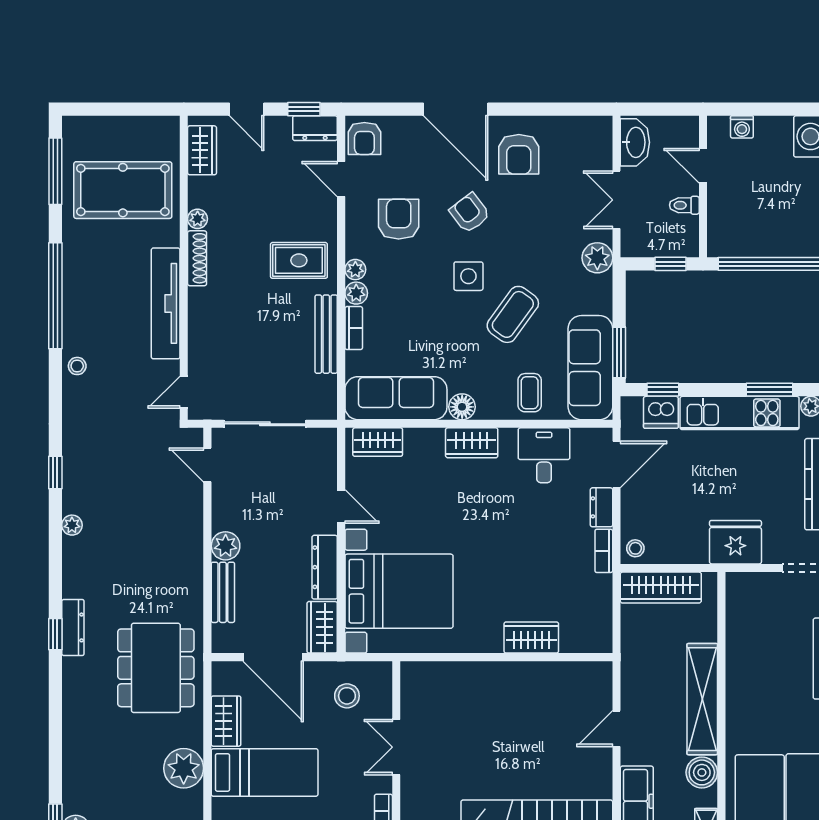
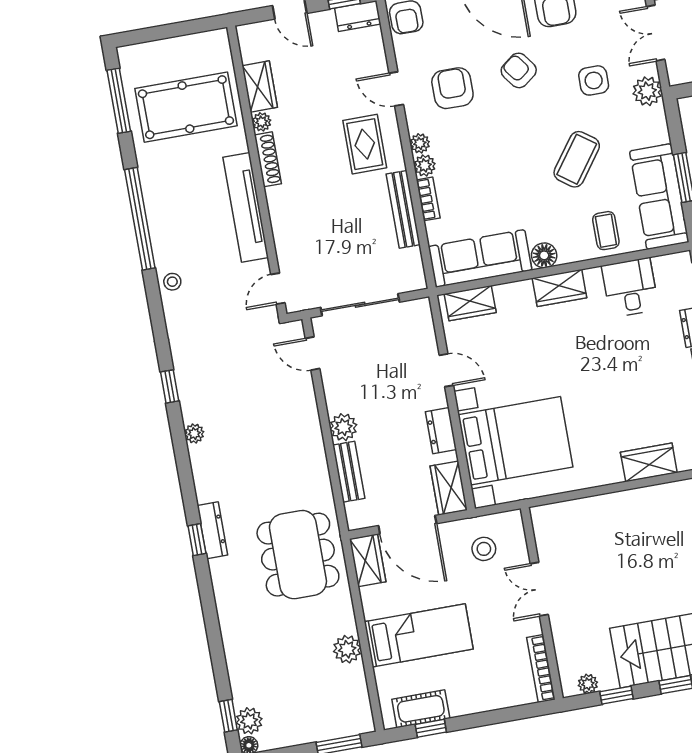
wardrobe: (202, 150) -> (260, 87), moved
door: (341, 179) -> (396, 89), moved
rug: (299, 260) -> (365, 144), turned 90
side table: (468, 276) -> (594, 80), moved
dresser: (325, 567) -> (441, 431), width x0.70
wardrobe: (226, 721) -> (368, 560), moved
plant: (184, 768) -> (347, 649), width x0.73, depth x0.73

